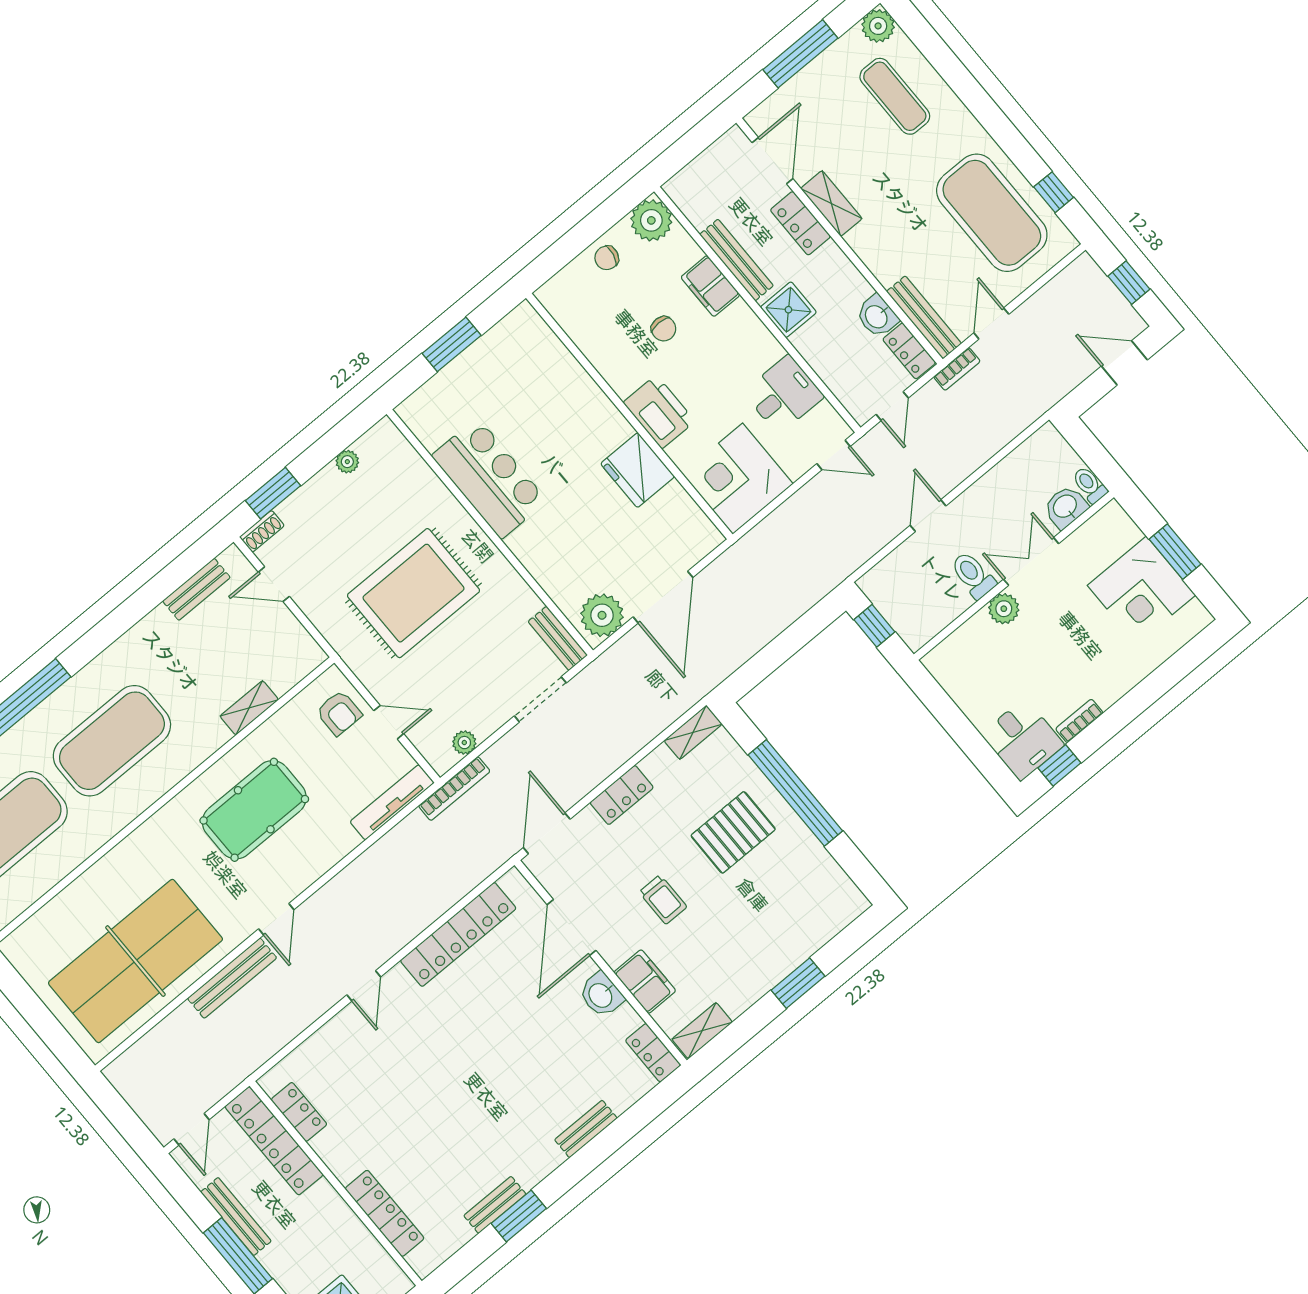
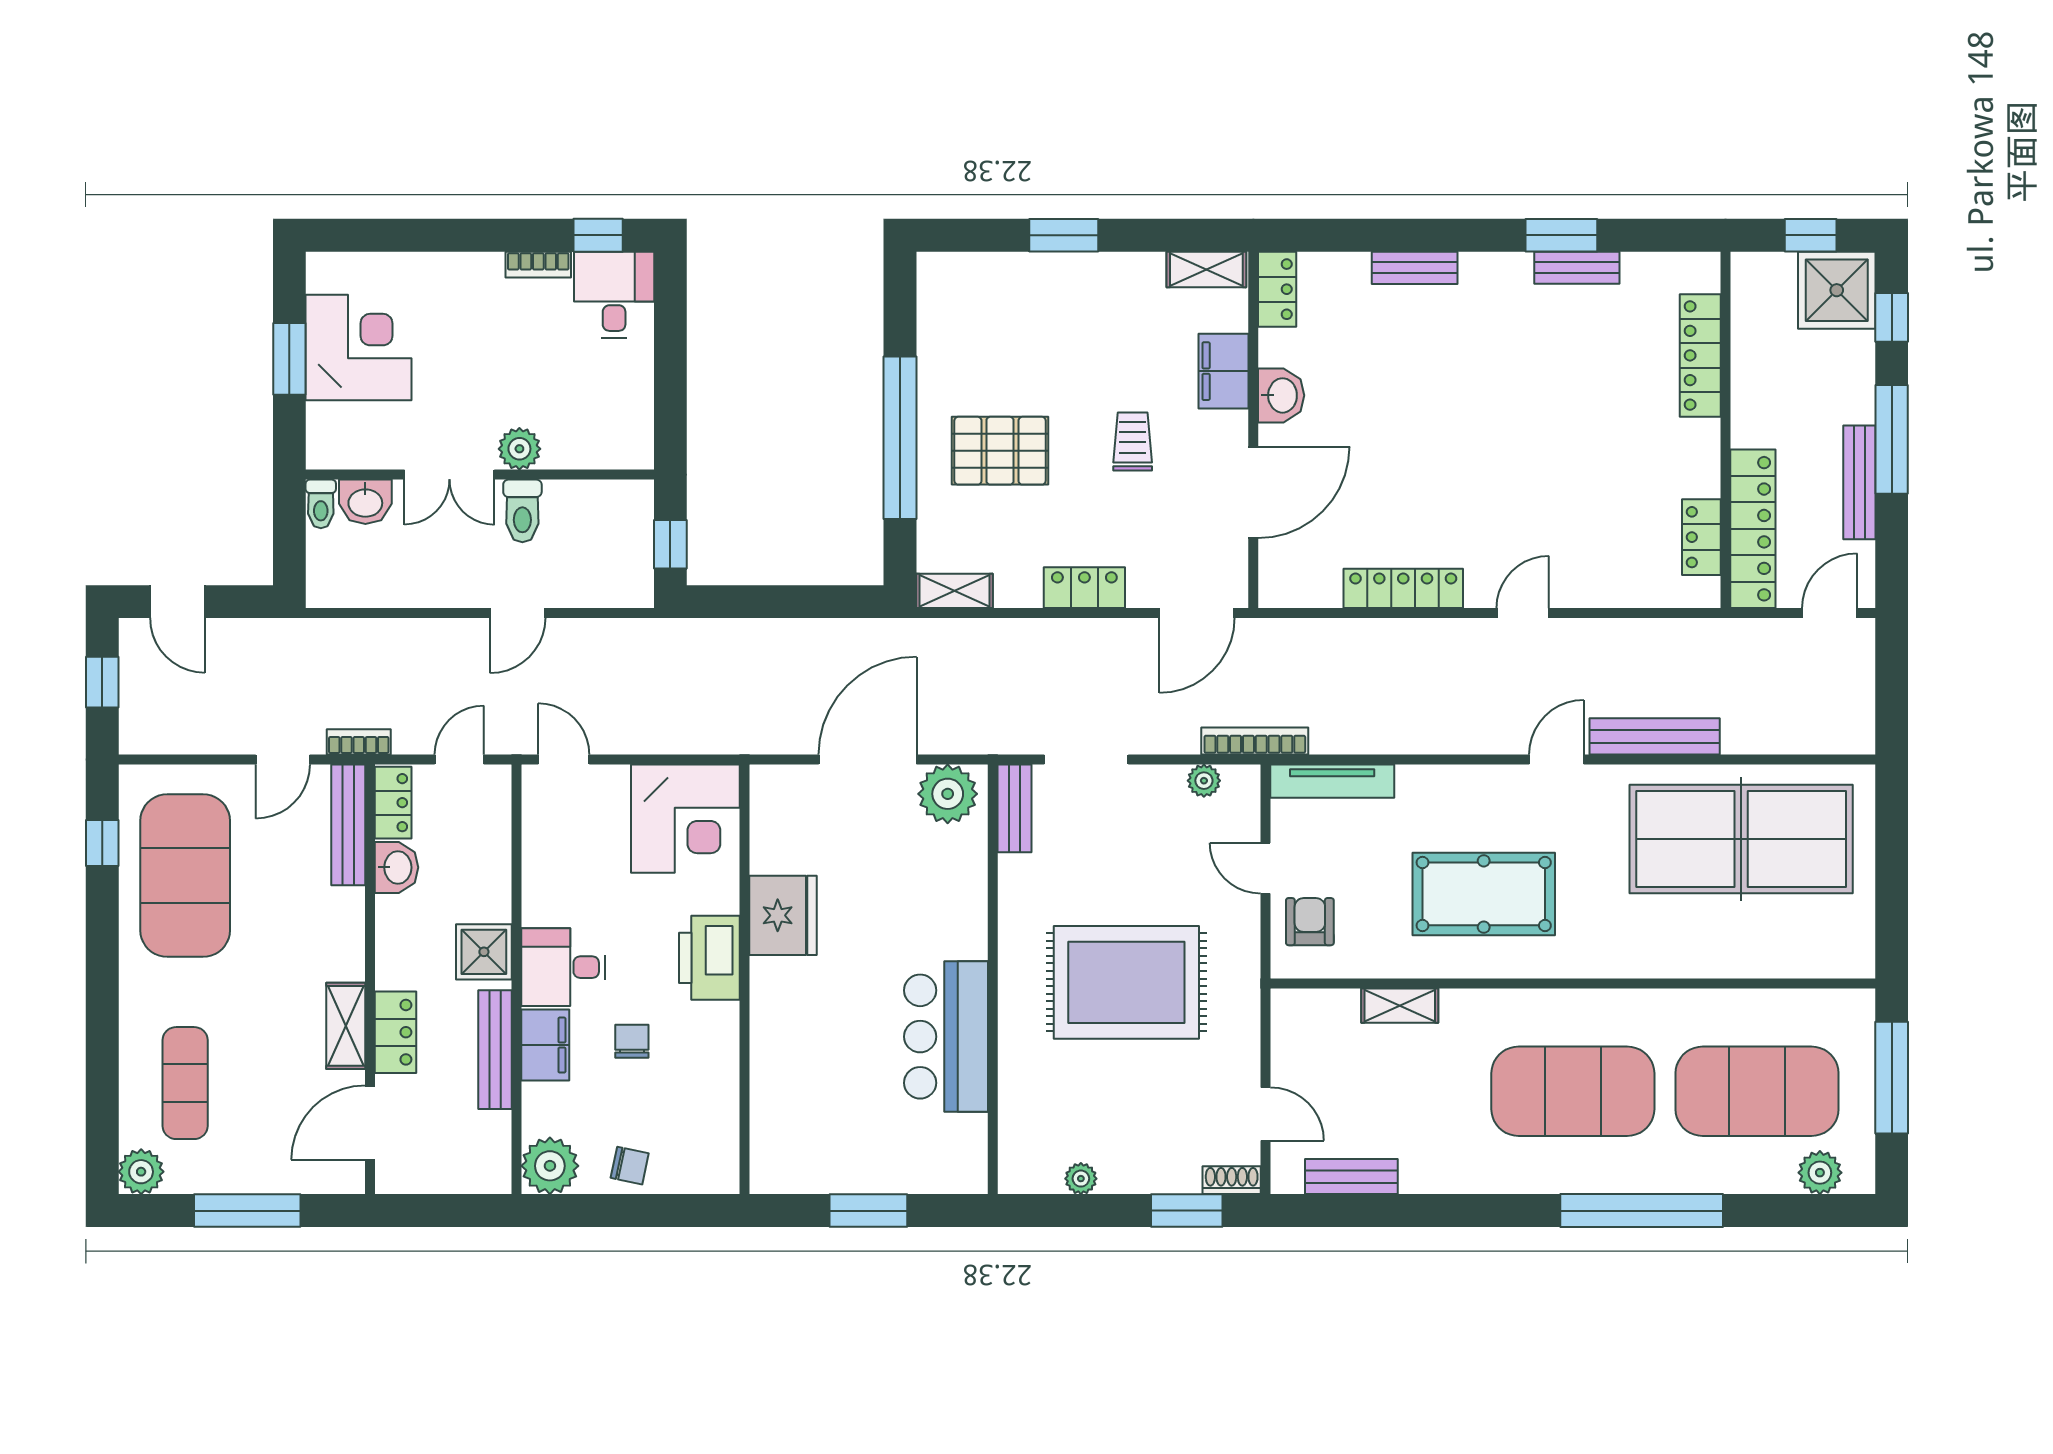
desk: (783, 394) -> (563, 967), moved
locker: (458, 934) -> (1403, 588), width x0.71, depth x0.83

